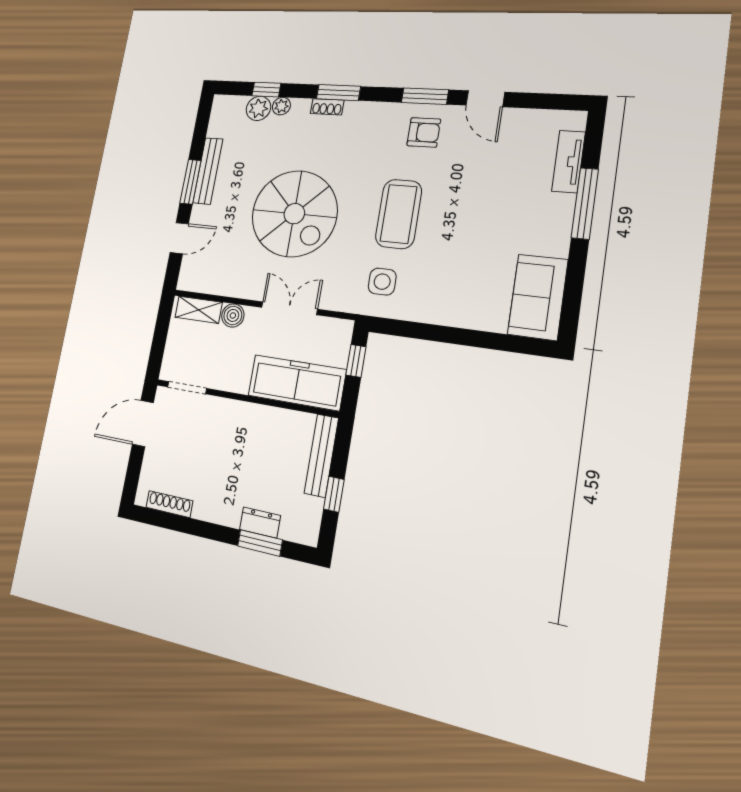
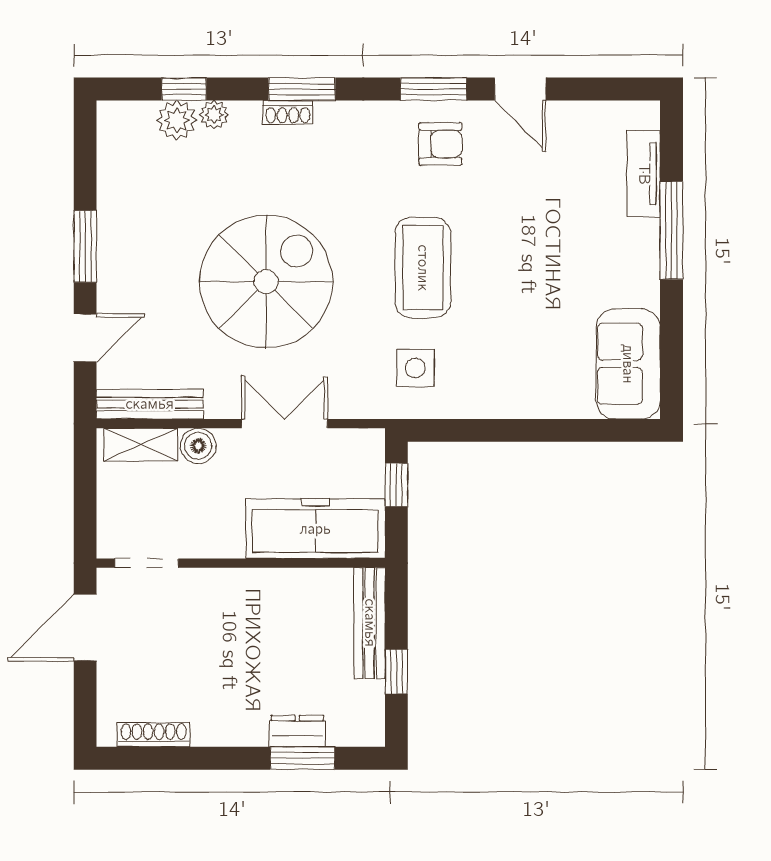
bench: (208, 171) -> (150, 404), moved, turned 90
spiral stairs: (294, 214) -> (266, 282), turned -90

